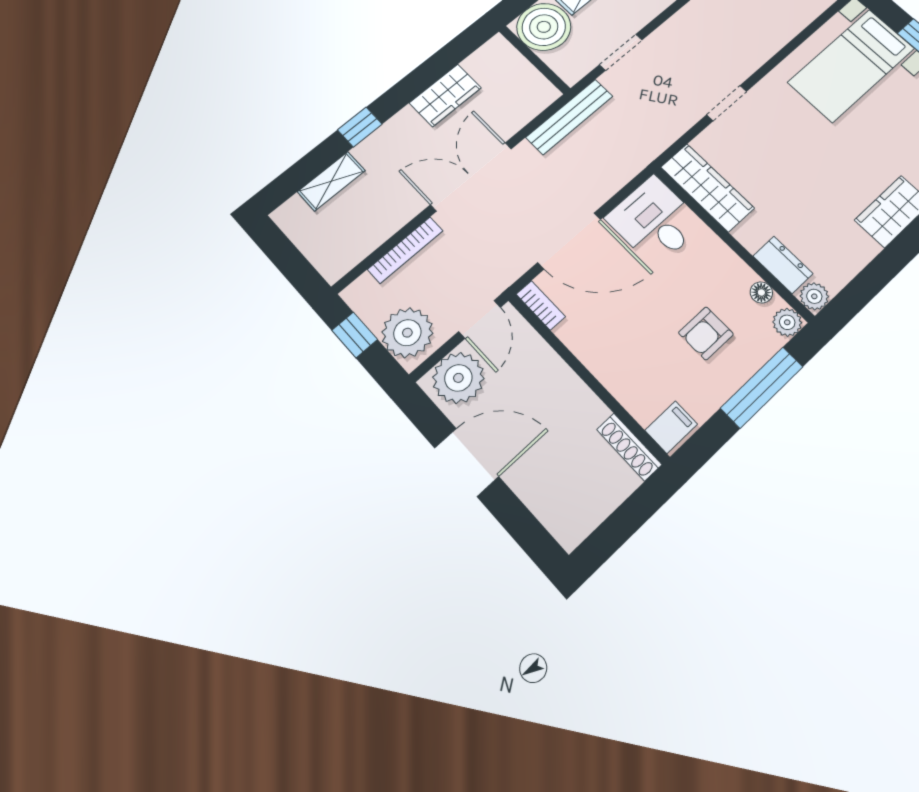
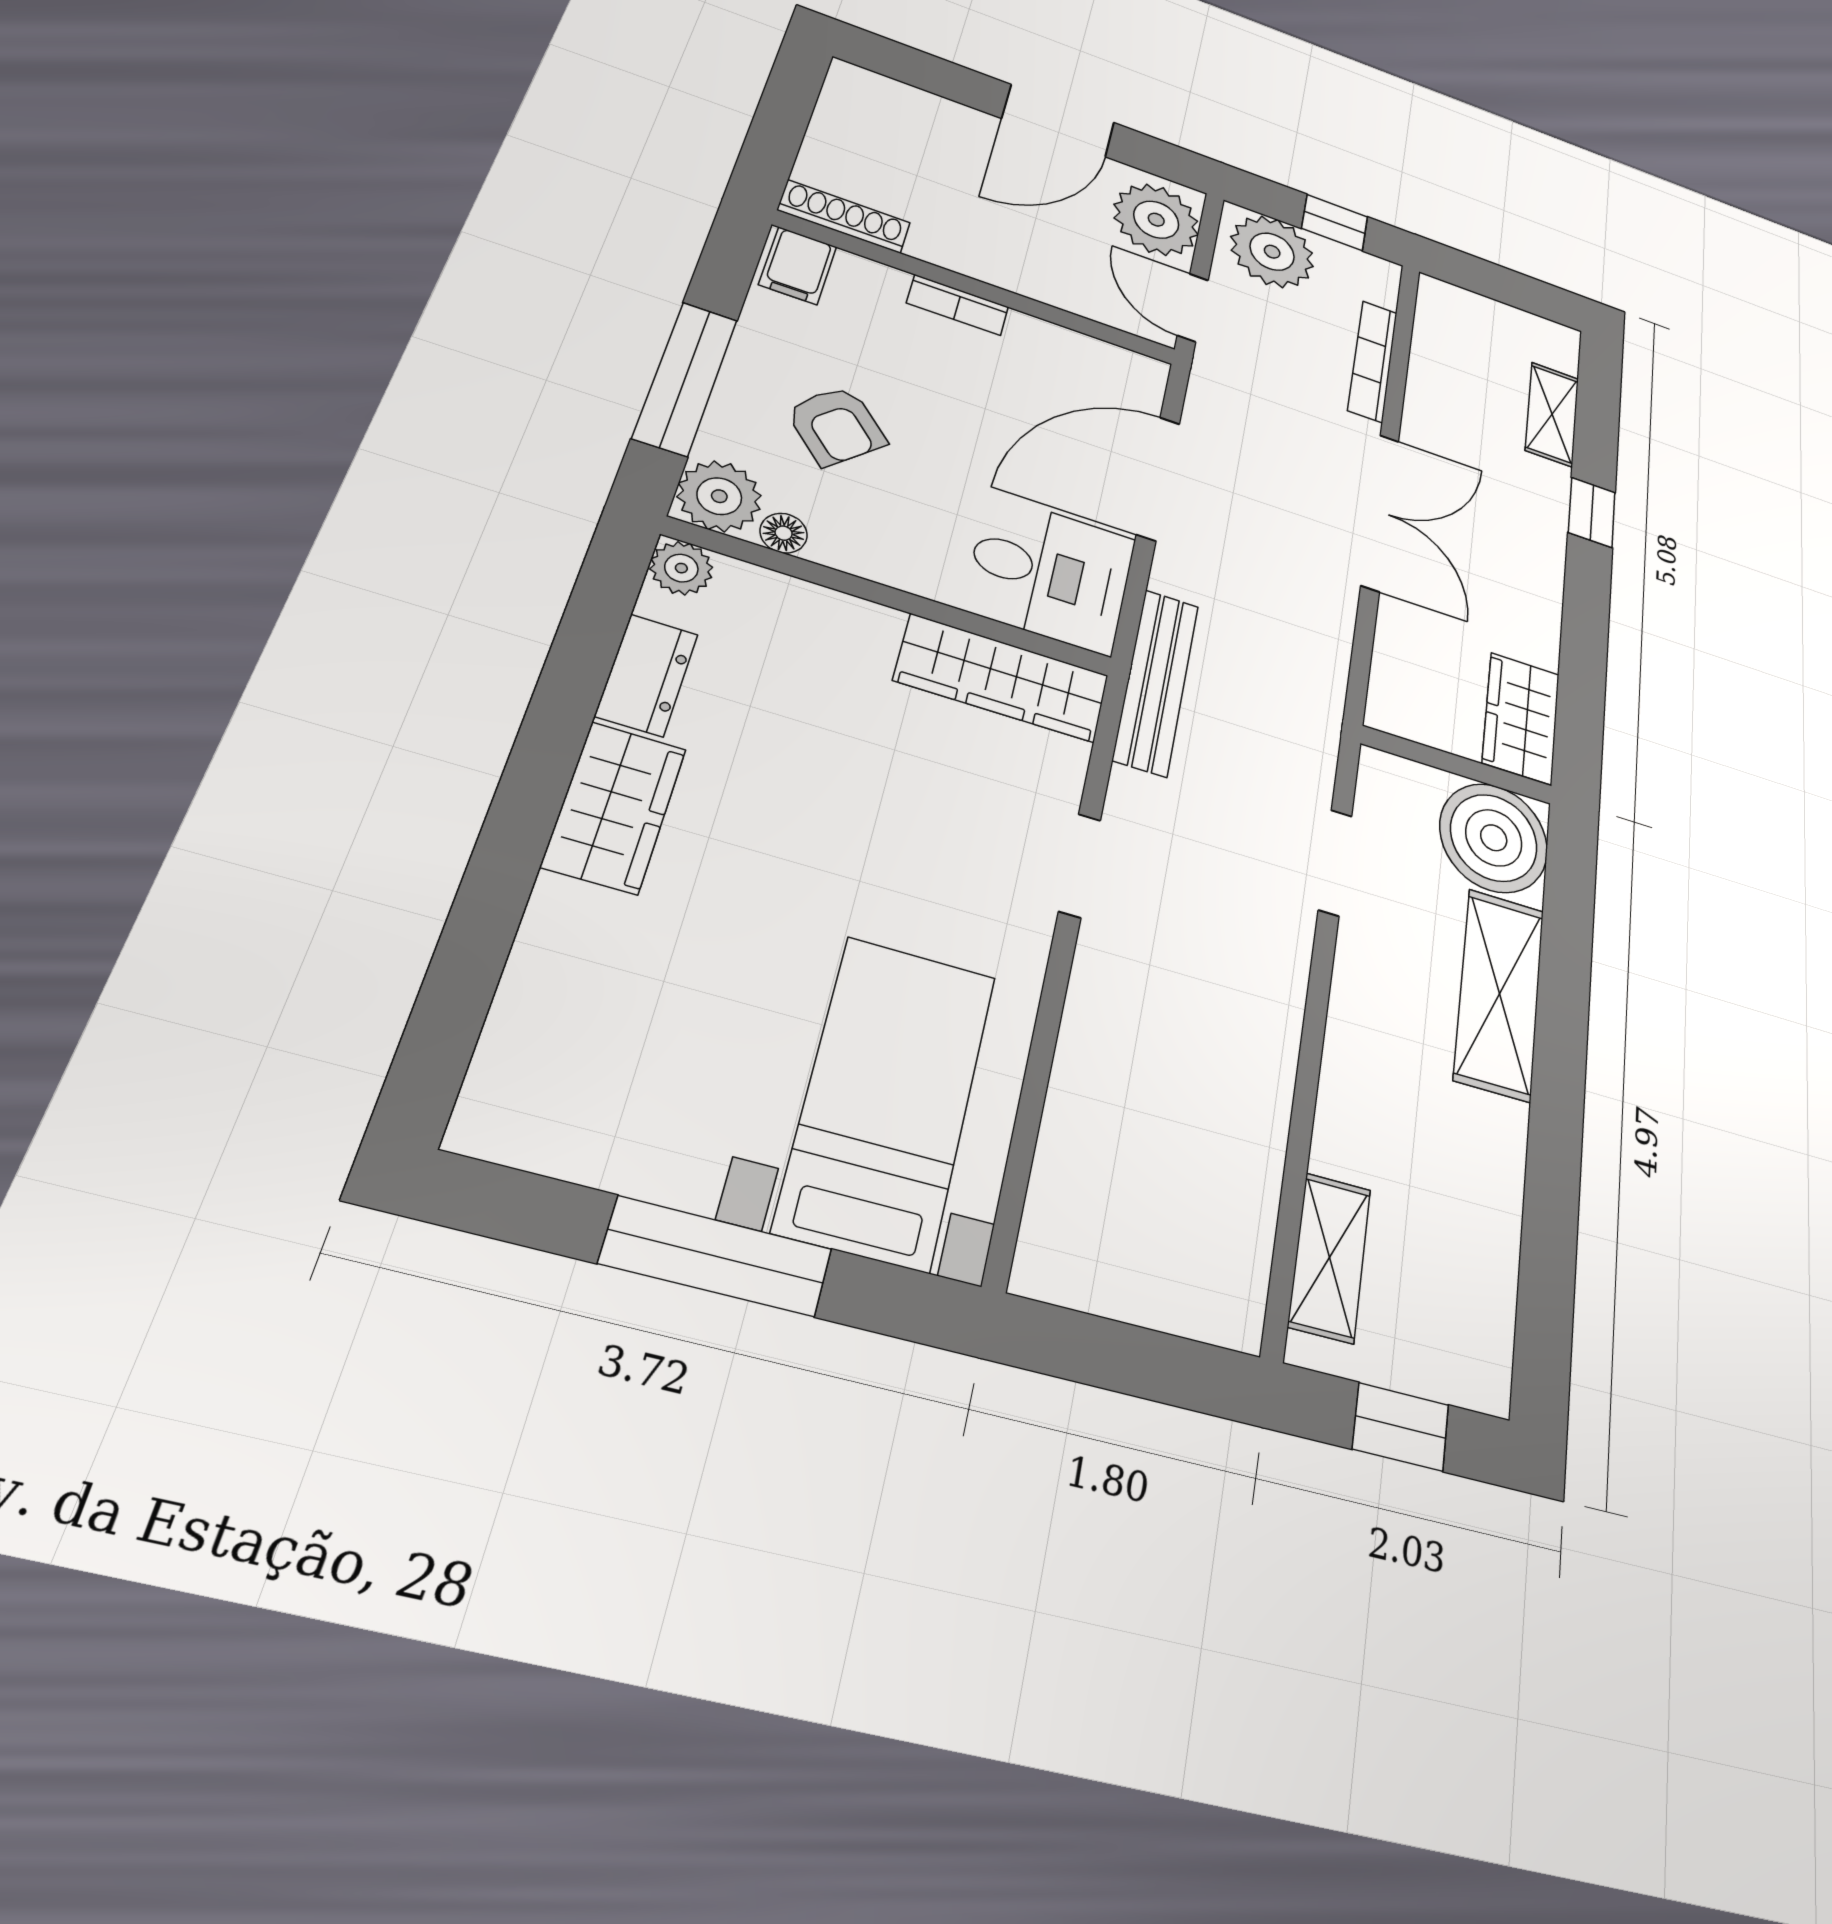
wardrobe: (445, 95) -> (1521, 718), moved
bench: (569, 117) -> (1156, 682), moved
dresser: (783, 265) -> (647, 675), moved, turned -90
bookcase: (541, 305) -> (958, 305), moved
plant: (787, 322) -> (719, 496), width x1.38, depth x1.38
armchair: (706, 333) -> (836, 426), turned 136

